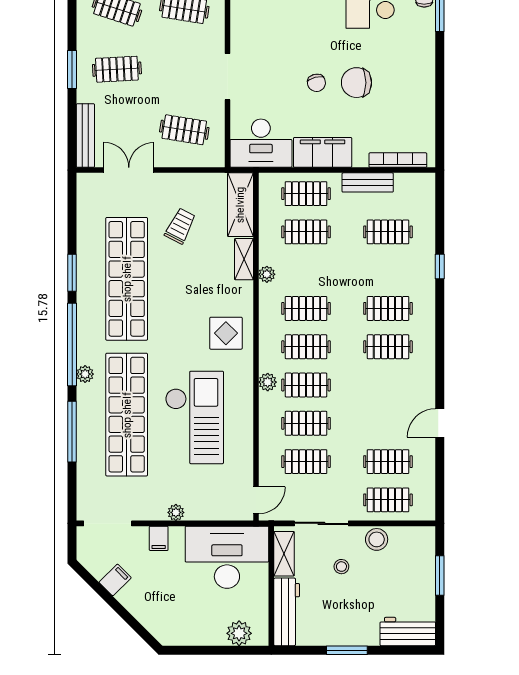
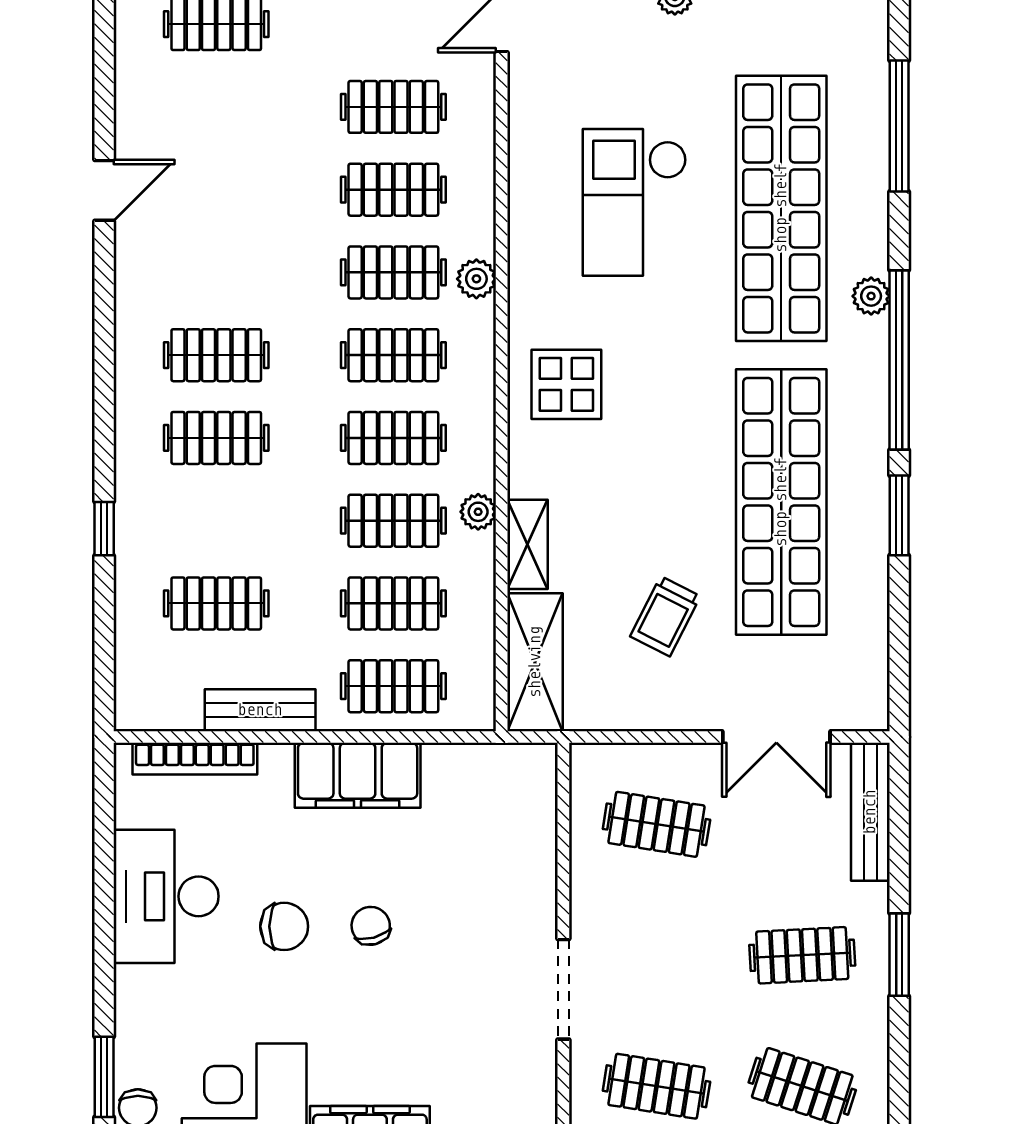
doorway: (227, 77) -> (563, 989), moved
chair: (357, 83) -> (284, 926), width x0.73, depth x0.73
desk: (261, 143) -> (166, 896), moved, turned -90
checkout: (194, 417) -> (635, 202), width x0.73, depth x0.83
window: (72, 432) -> (899, 126), moved
clothes rail: (388, 462) -> (393, 521), moved

